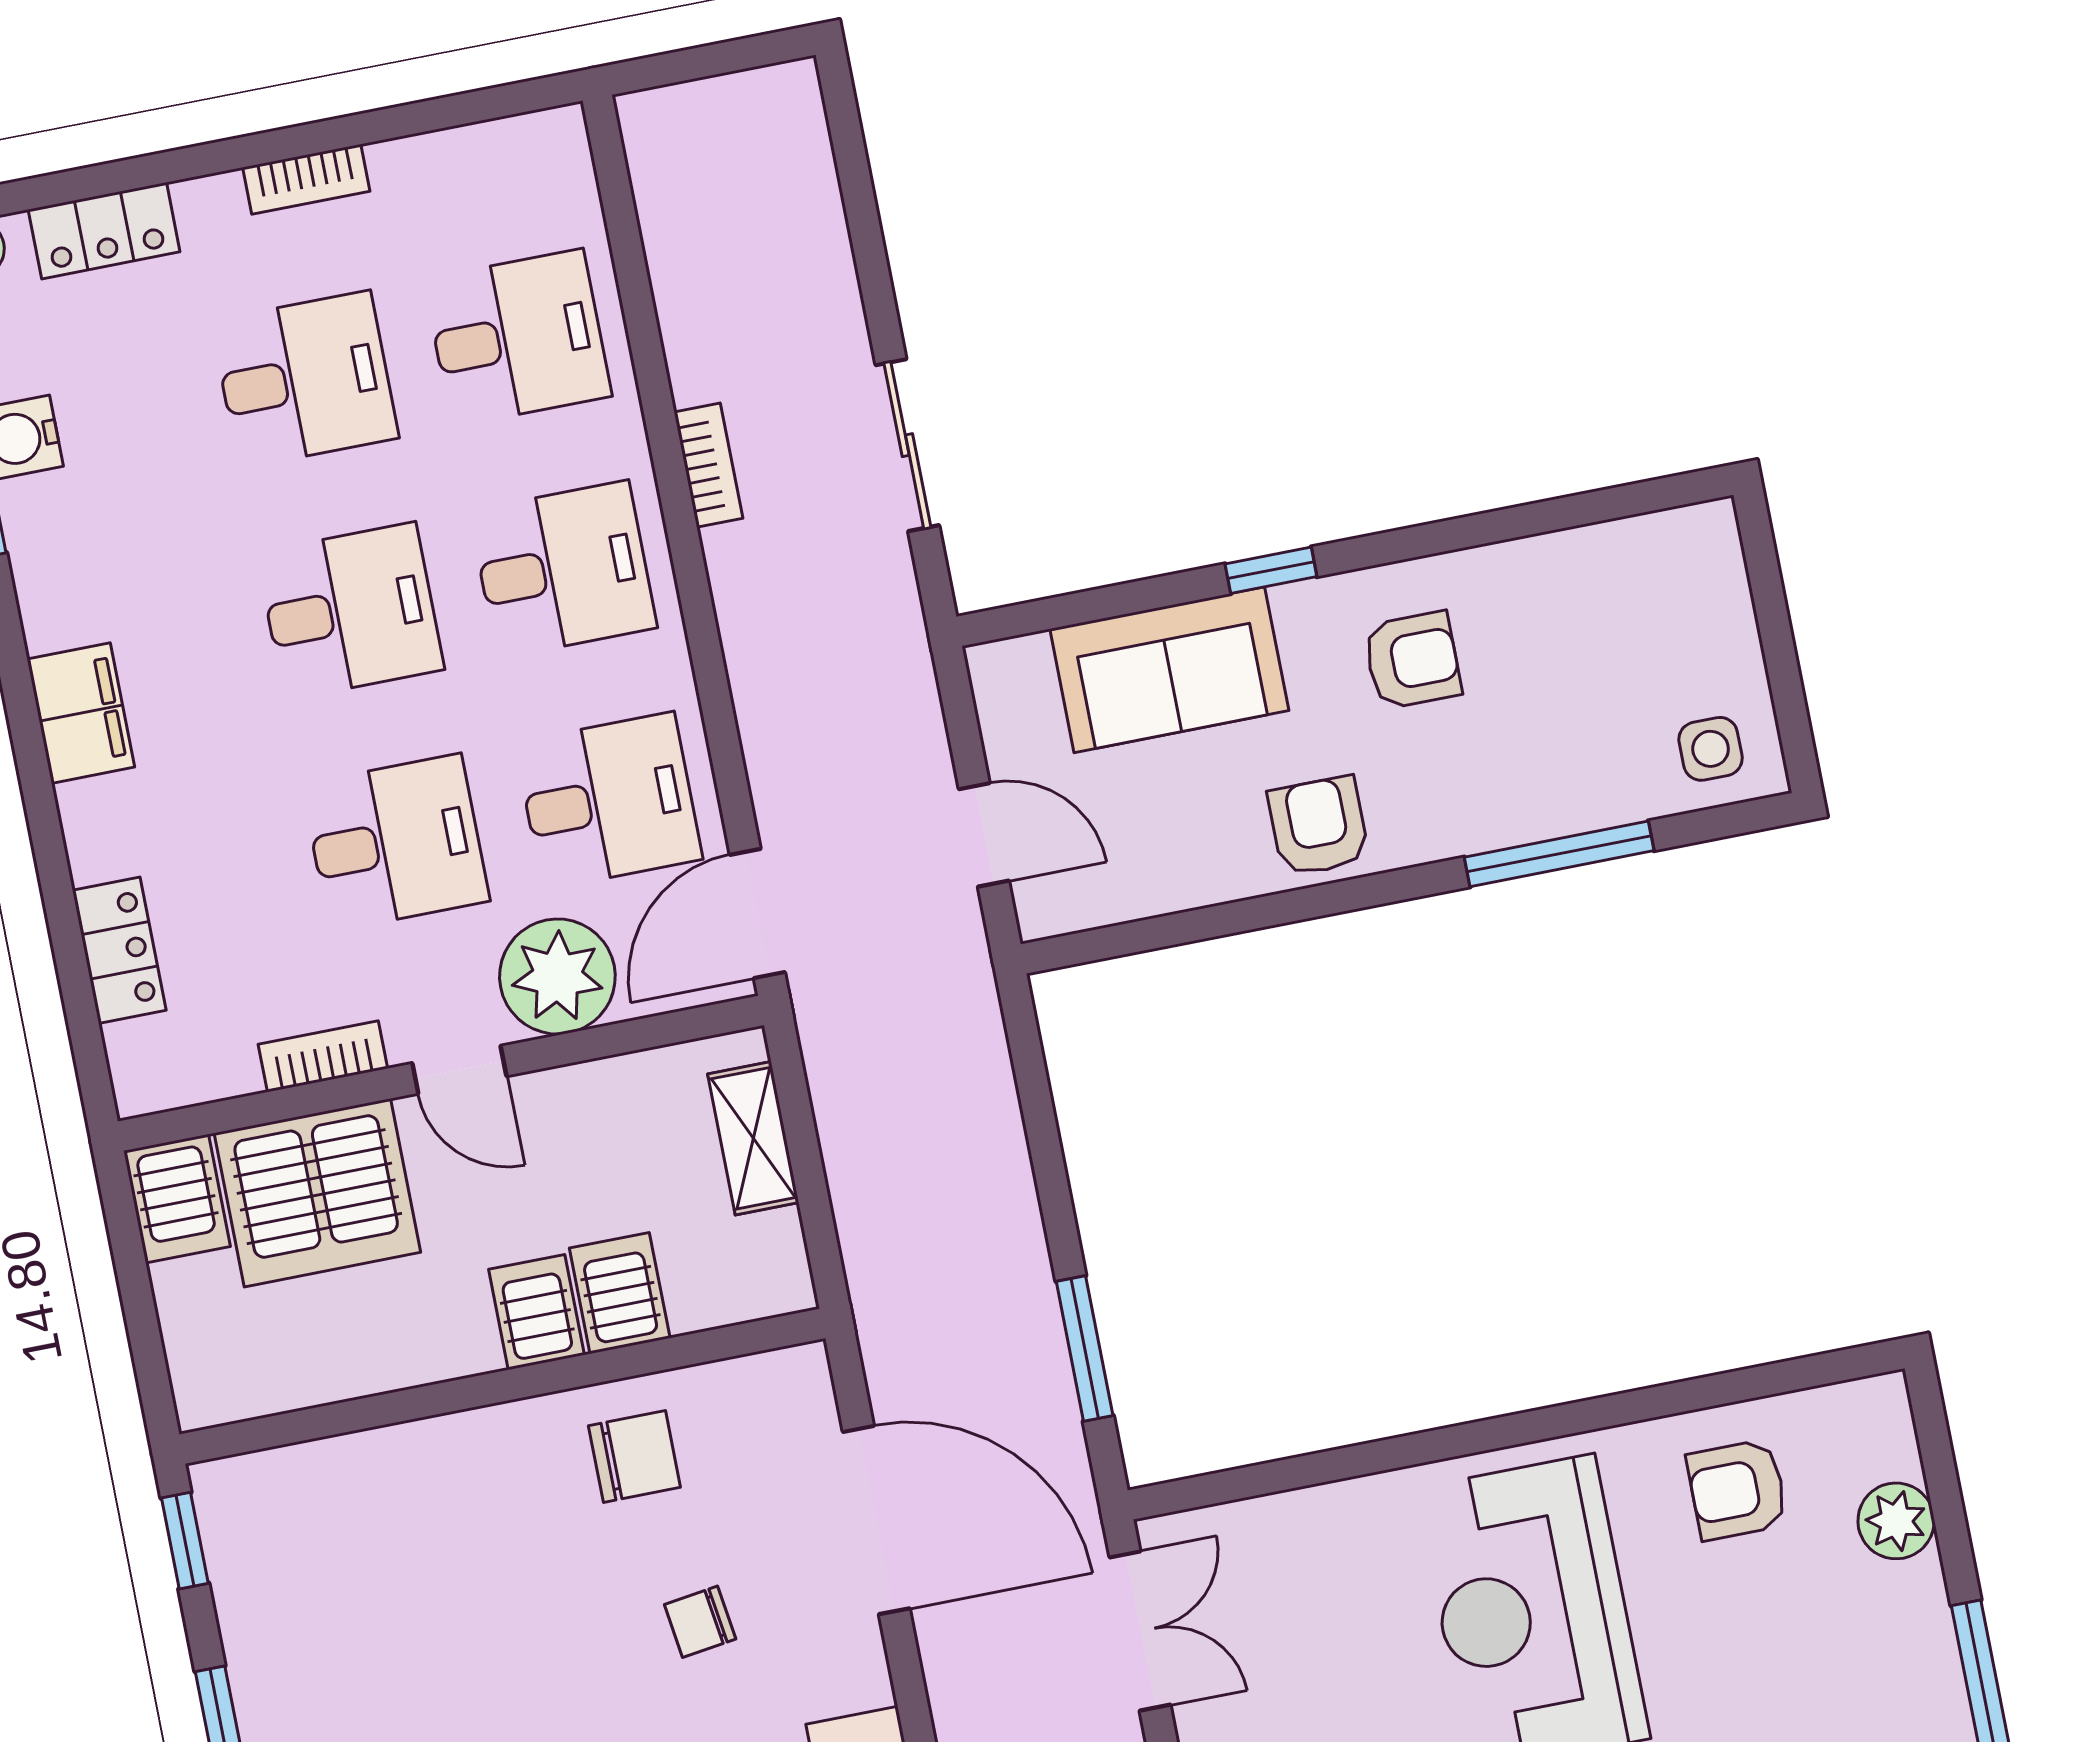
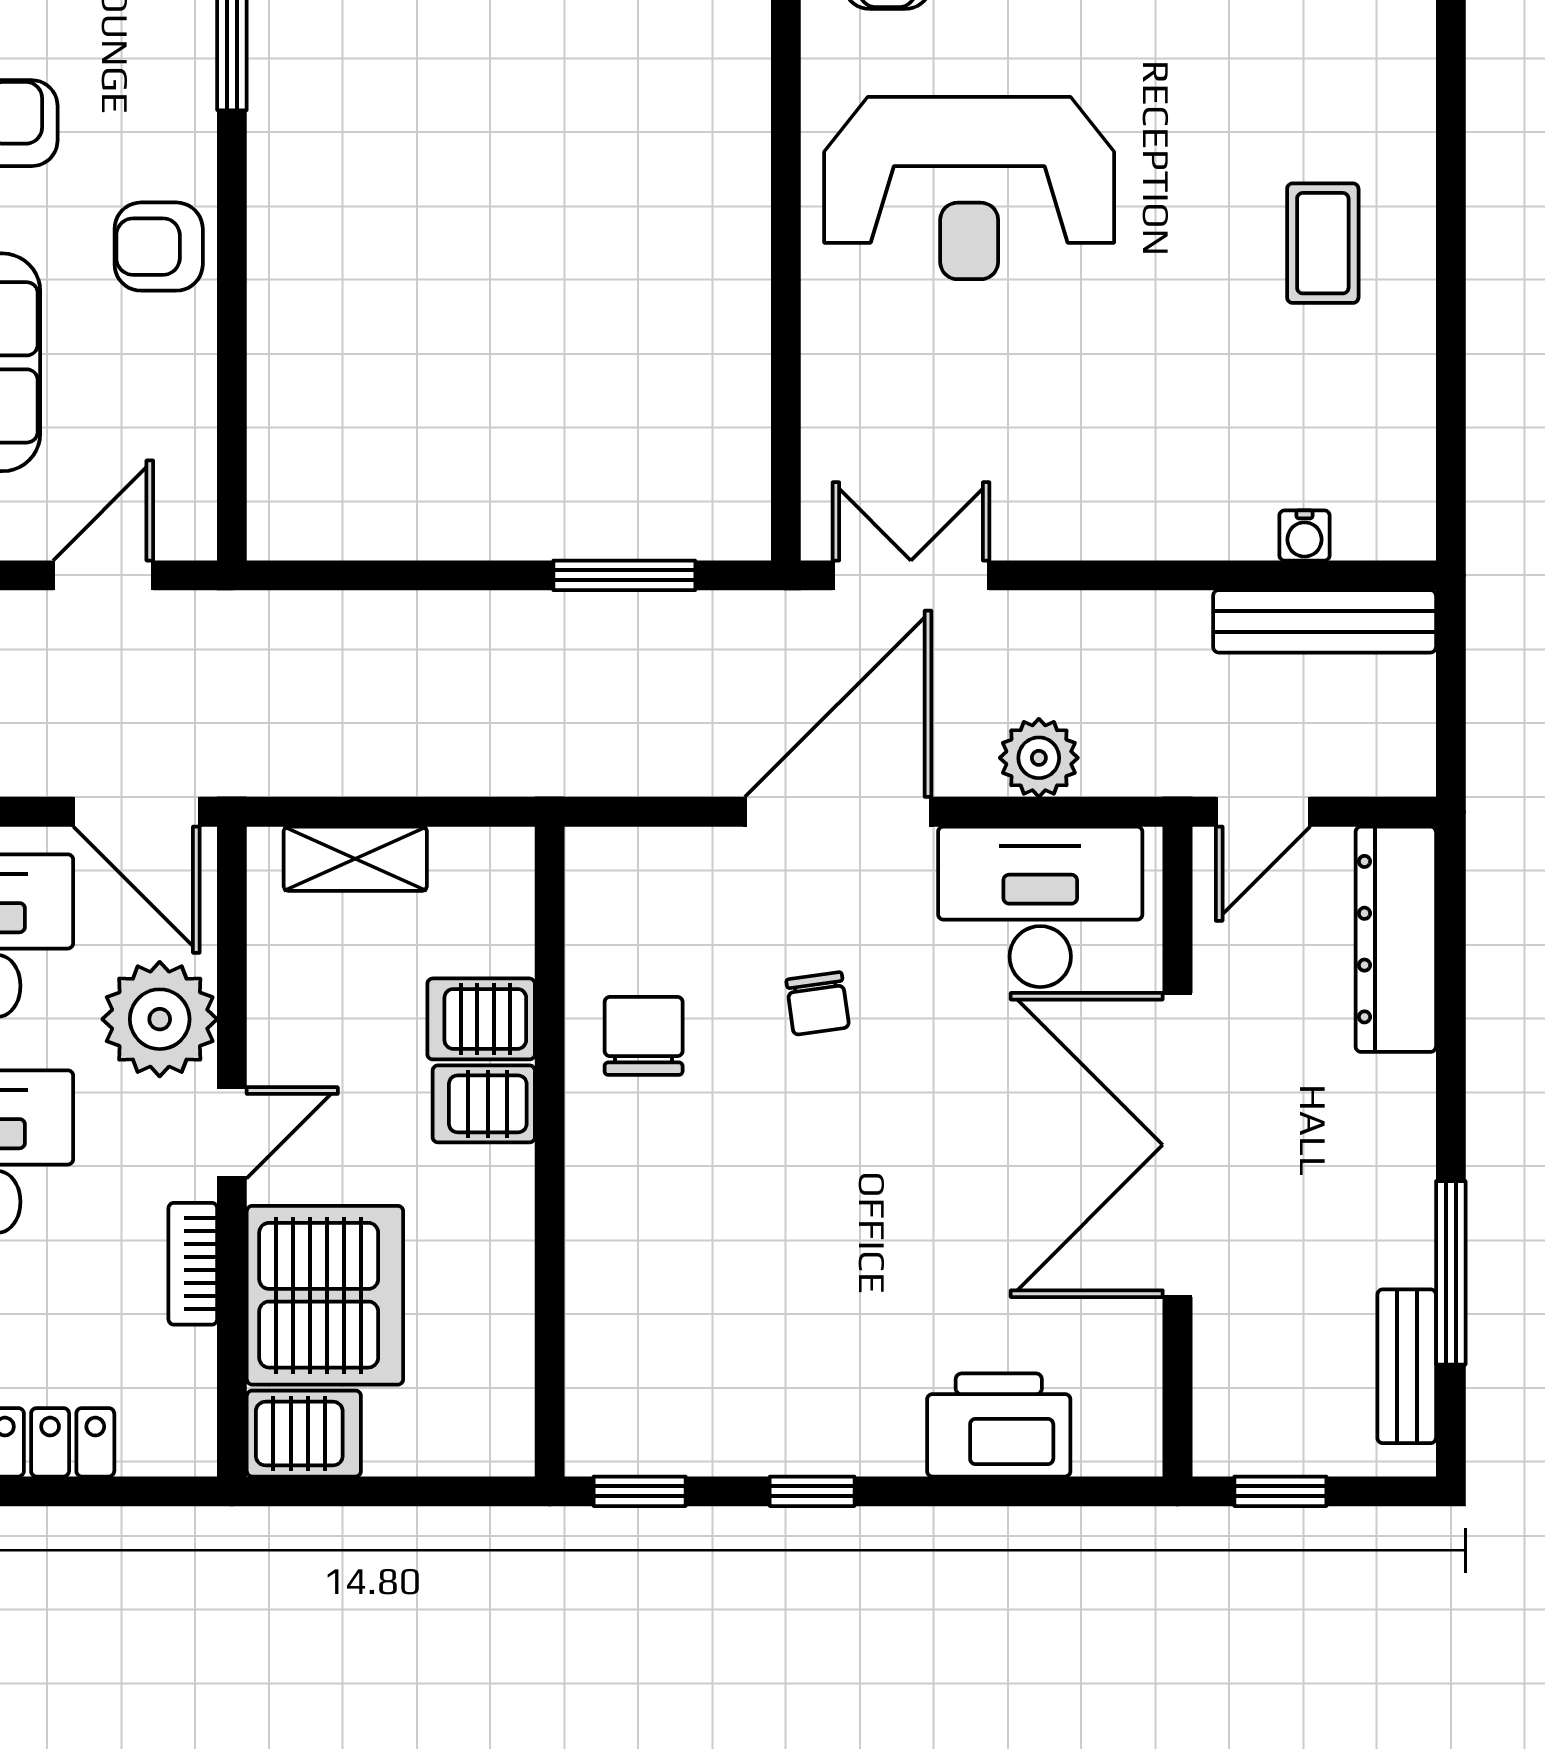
door: (876, 1520) -> (838, 812), moved

